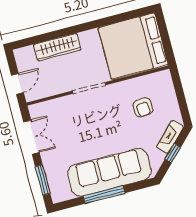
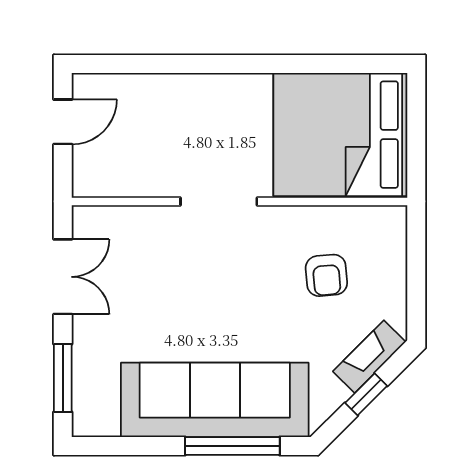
wardrobe: (57, 47) -> (172, 93), removed
door: (17, 84) -> (63, 122), moved
window: (104, 195) -> (232, 446), moved

